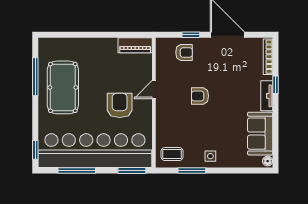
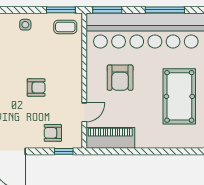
window: (191, 35) -> (64, 151), moved
piano: (135, 45) -> (110, 138), width x1.37, depth x1.33
door: (154, 89) -> (84, 112), moved
window: (192, 170) -> (61, 10), moved

